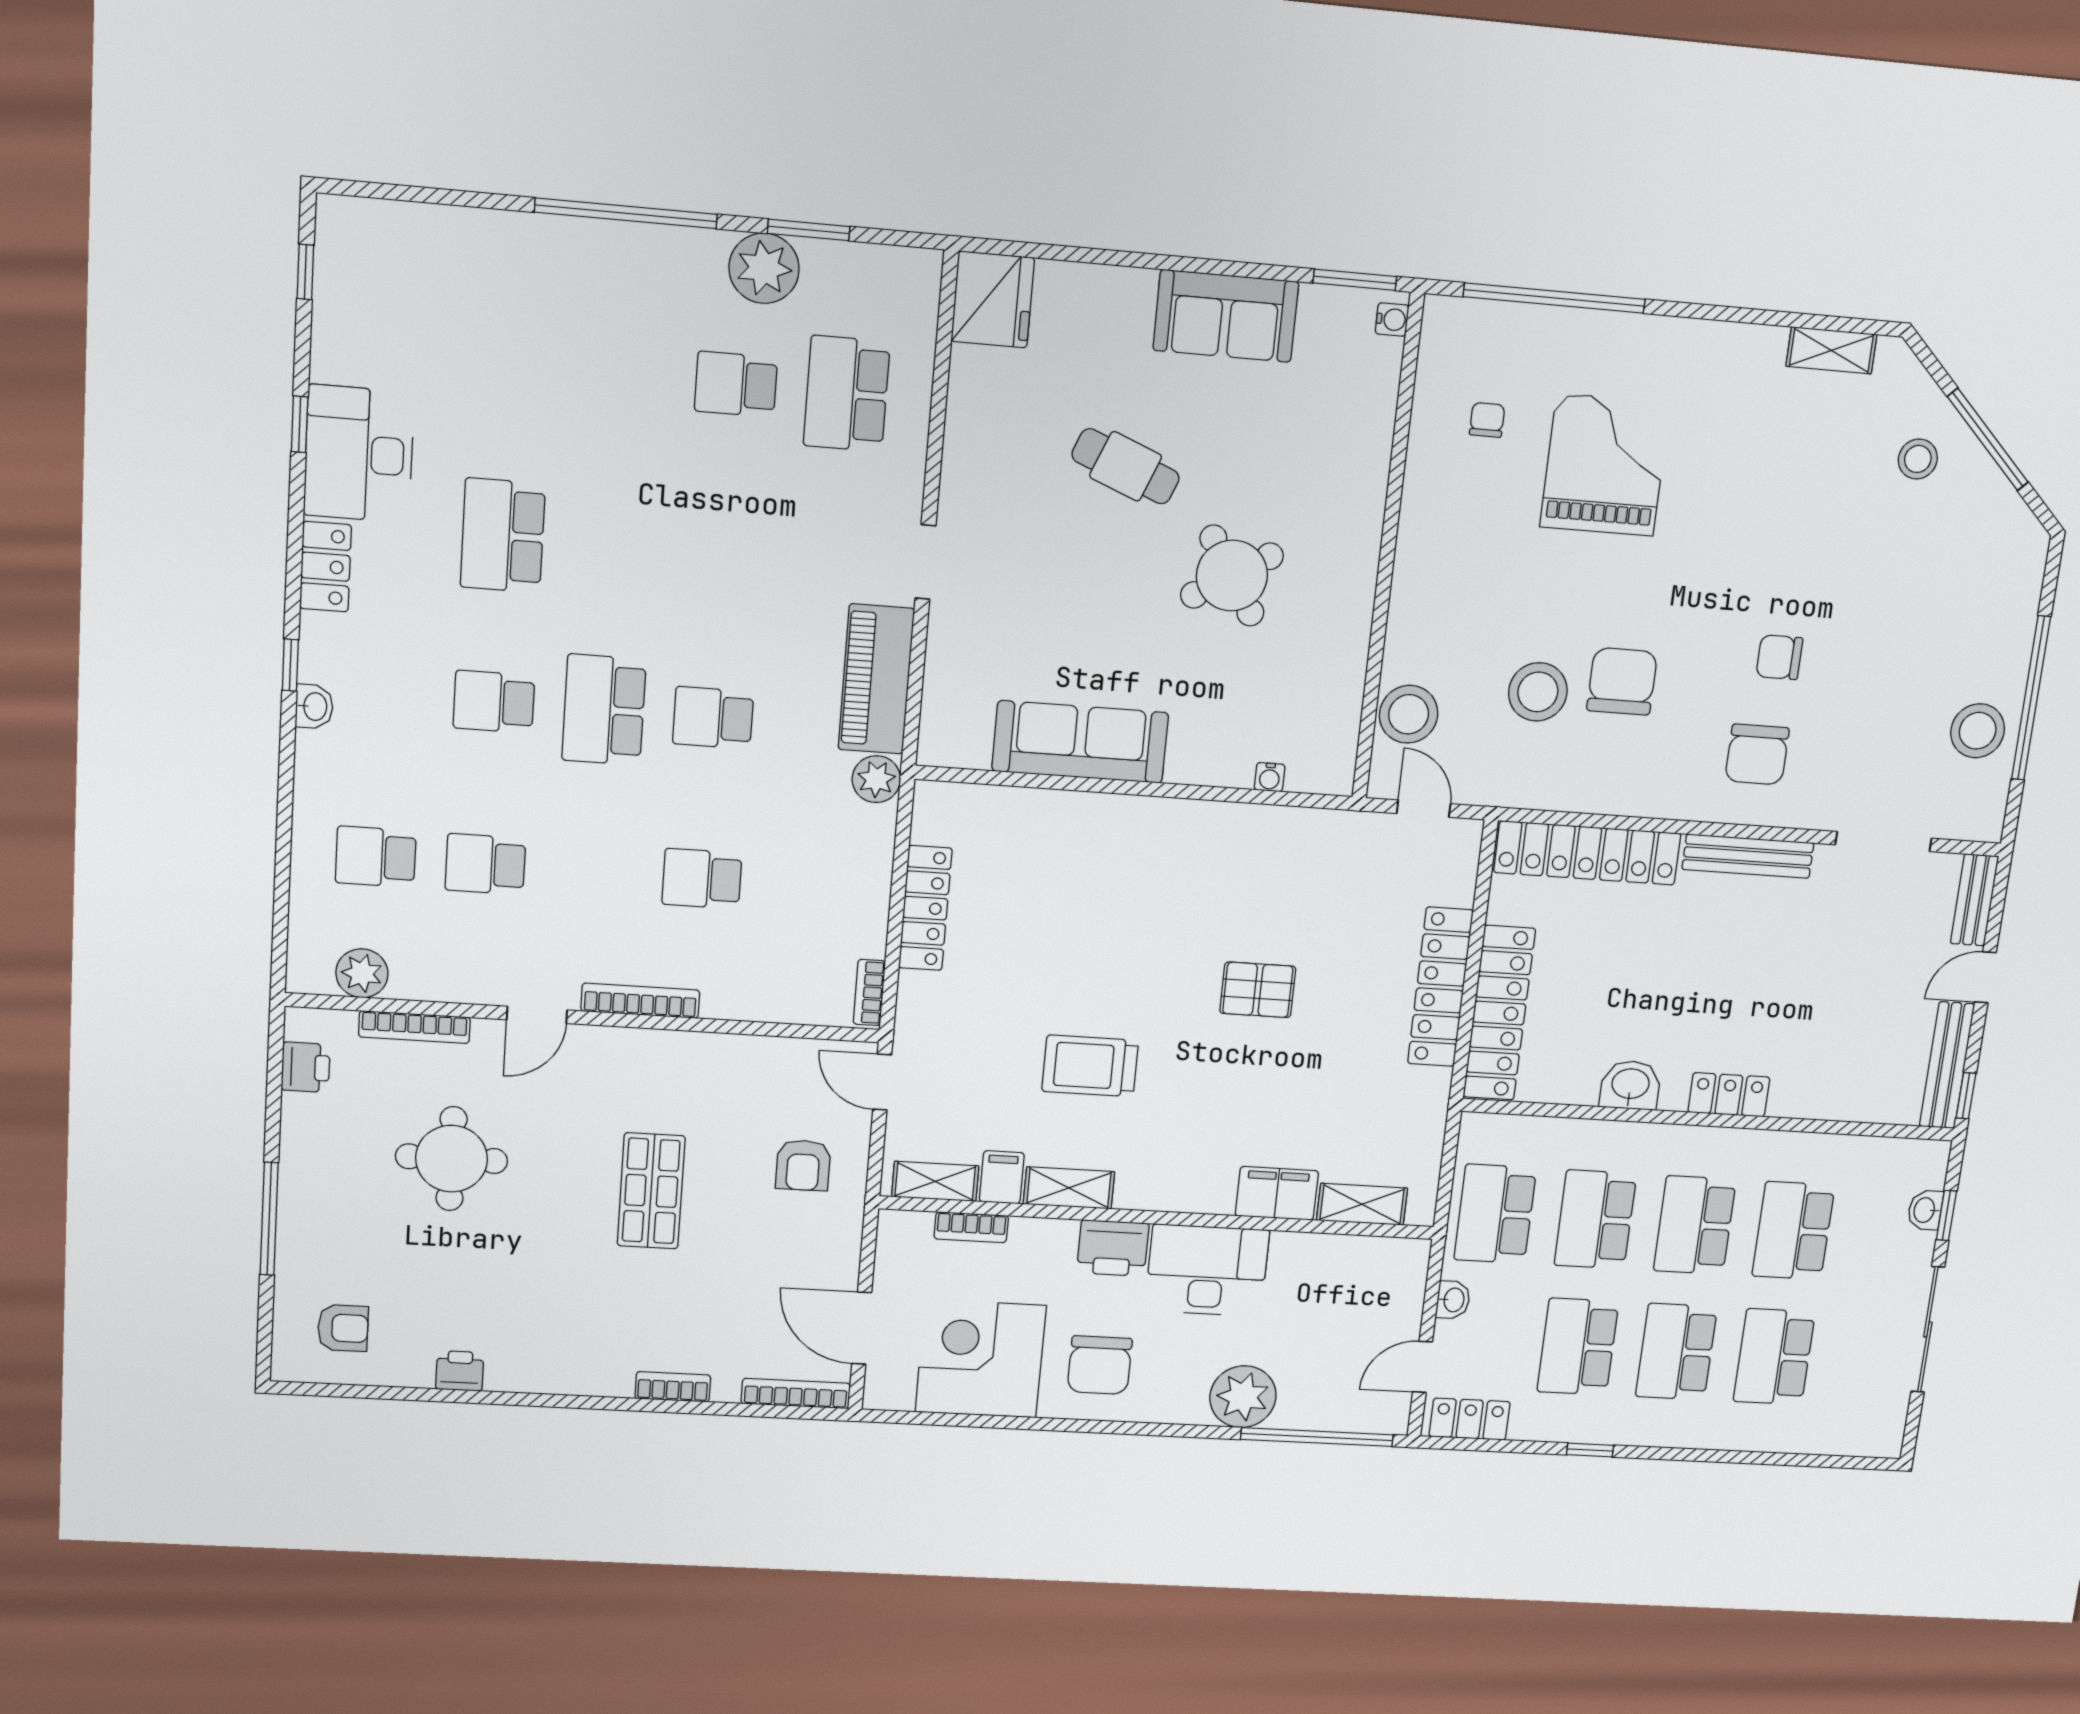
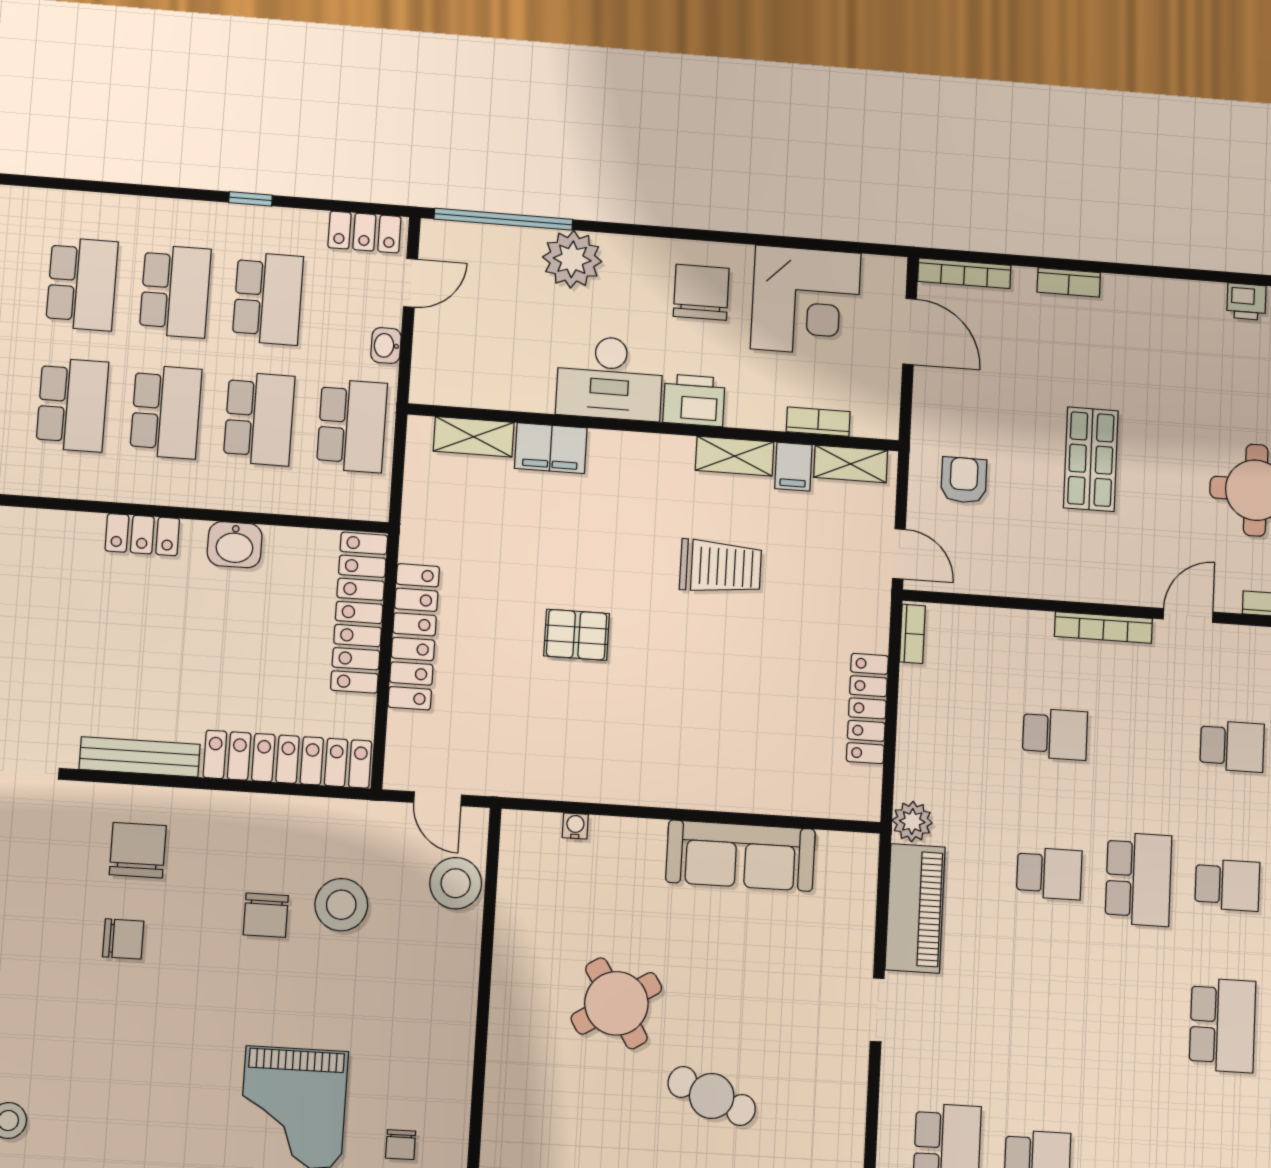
chair: (1622, 681) -> (266, 915), width x0.73, depth x0.73

